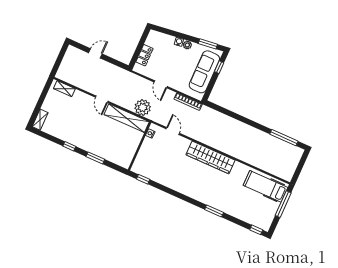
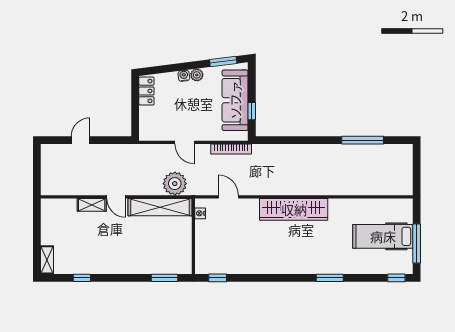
locker: (145, 55) -> (146, 91), moved
window: (219, 67) -> (252, 111), moved
shelving: (64, 89) -> (92, 205), moved
window: (284, 138) -> (363, 140), moved
window: (69, 146) -> (82, 278), moved
window: (95, 158) -> (164, 278), moved
hospital bed: (265, 186) -> (383, 236), moved
window: (283, 204) -> (417, 243), moved

